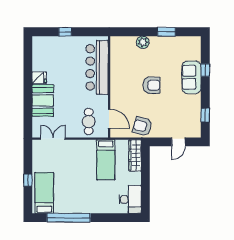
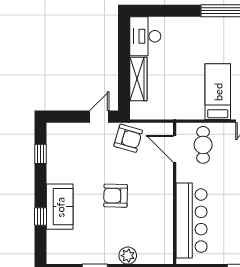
door: (178, 142) -> (99, 117), moved
wardrobe: (135, 155) -> (138, 79), moved
bed: (106, 160) -> (218, 92), moved

